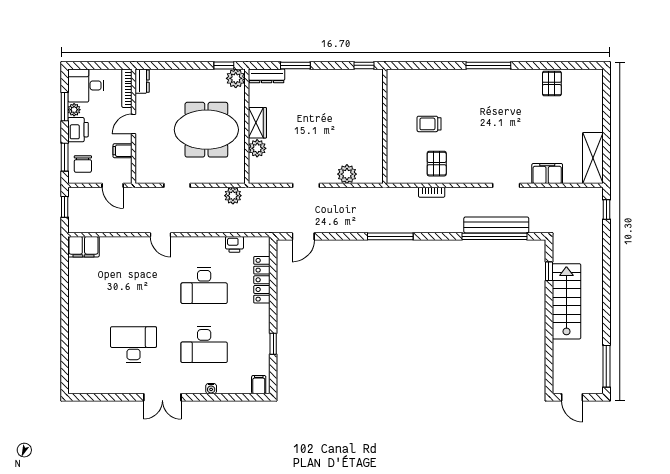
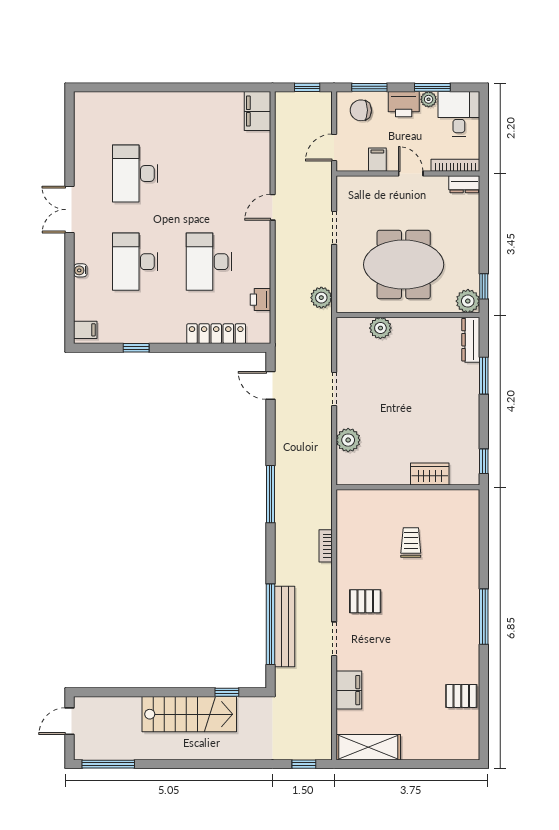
wardrobe: (257, 123) -> (430, 474), moved, turned 180
meeting table: (206, 130) -> (404, 265), turned 90
pallet: (437, 164) -> (365, 601), moved
desk: (134, 345) -> (135, 173), turned 180

